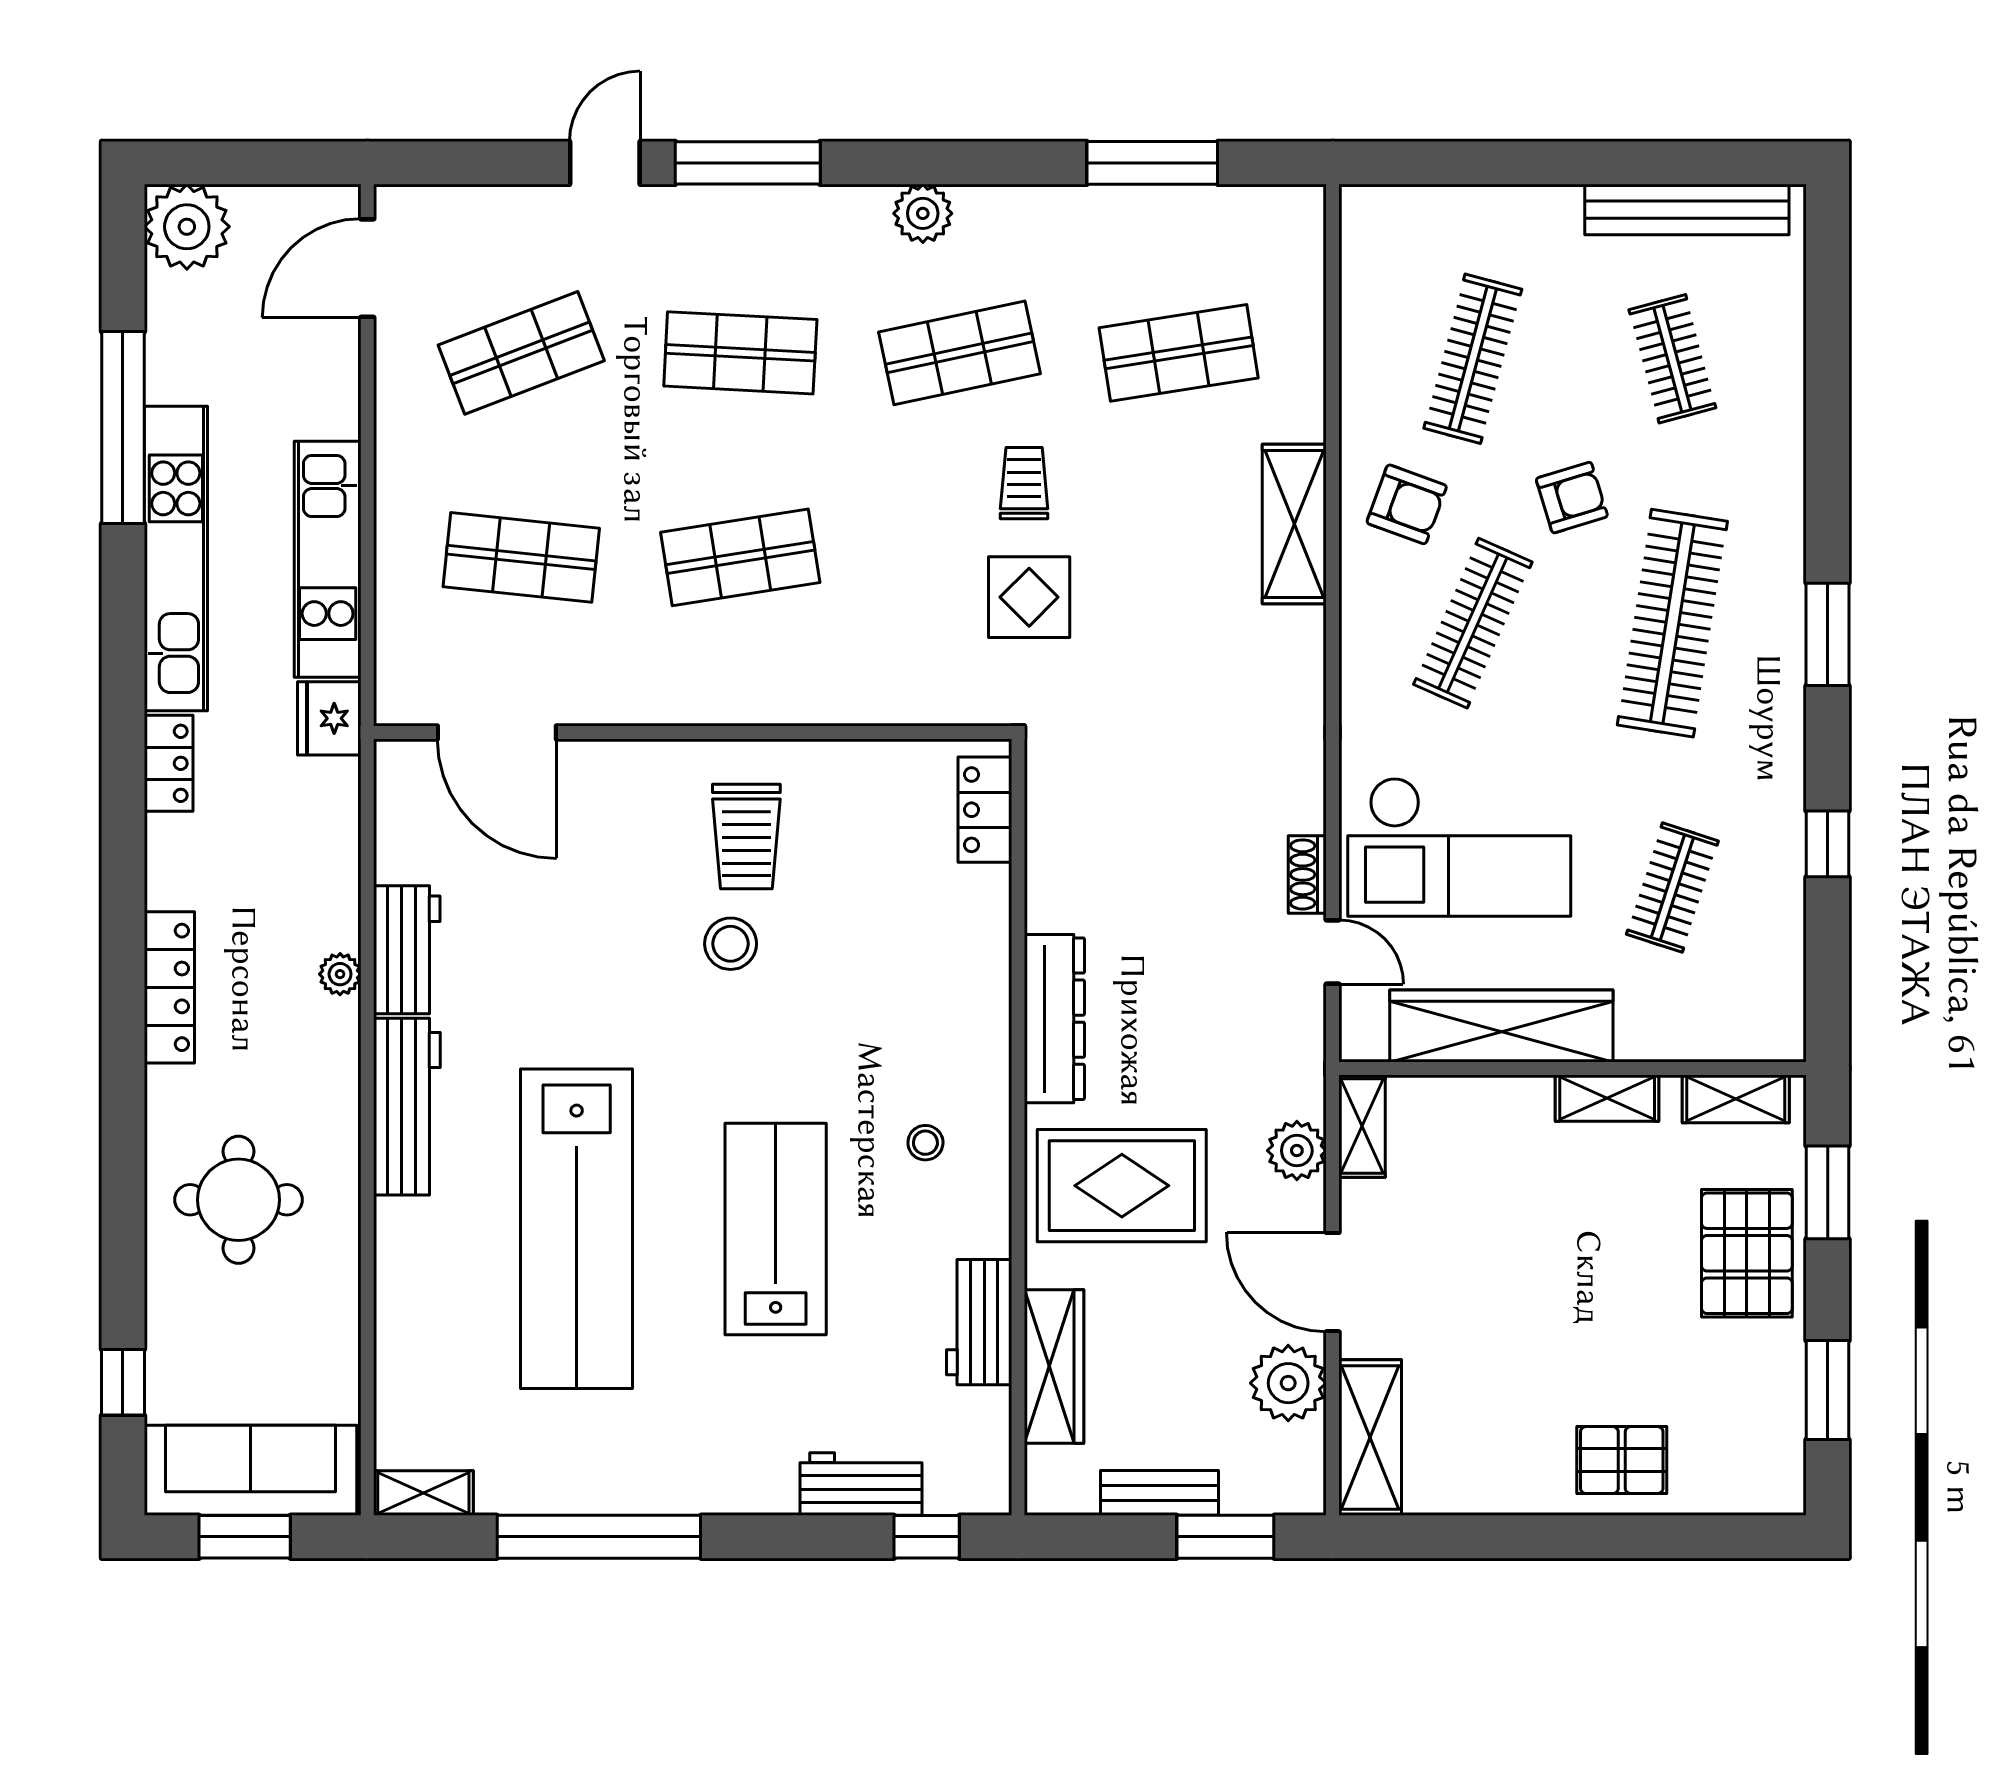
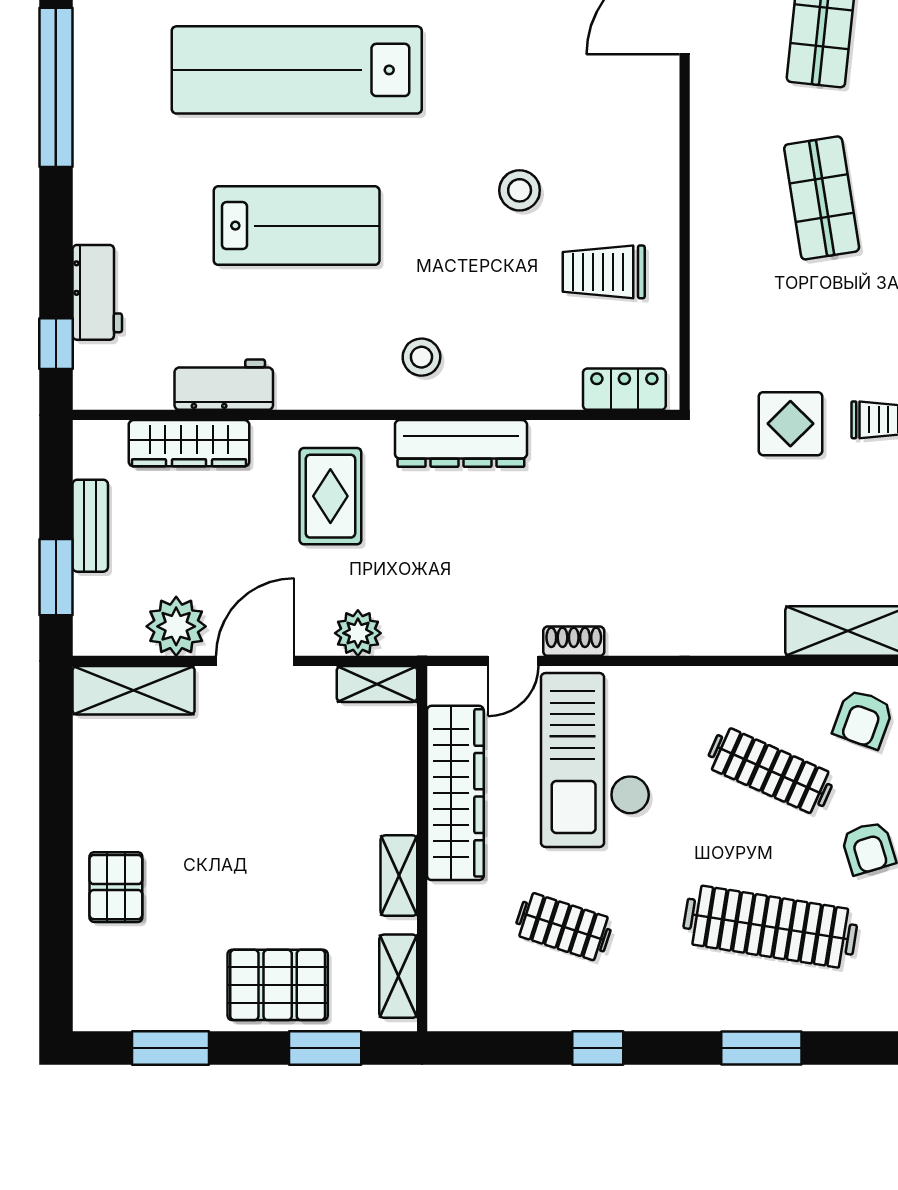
trolley: (746, 837) -> (604, 272), moved
stool: (925, 1143) -> (421, 357), moved, width x1.37, depth x1.37
rug: (1122, 1186) -> (330, 496), width x0.73, depth x0.70

